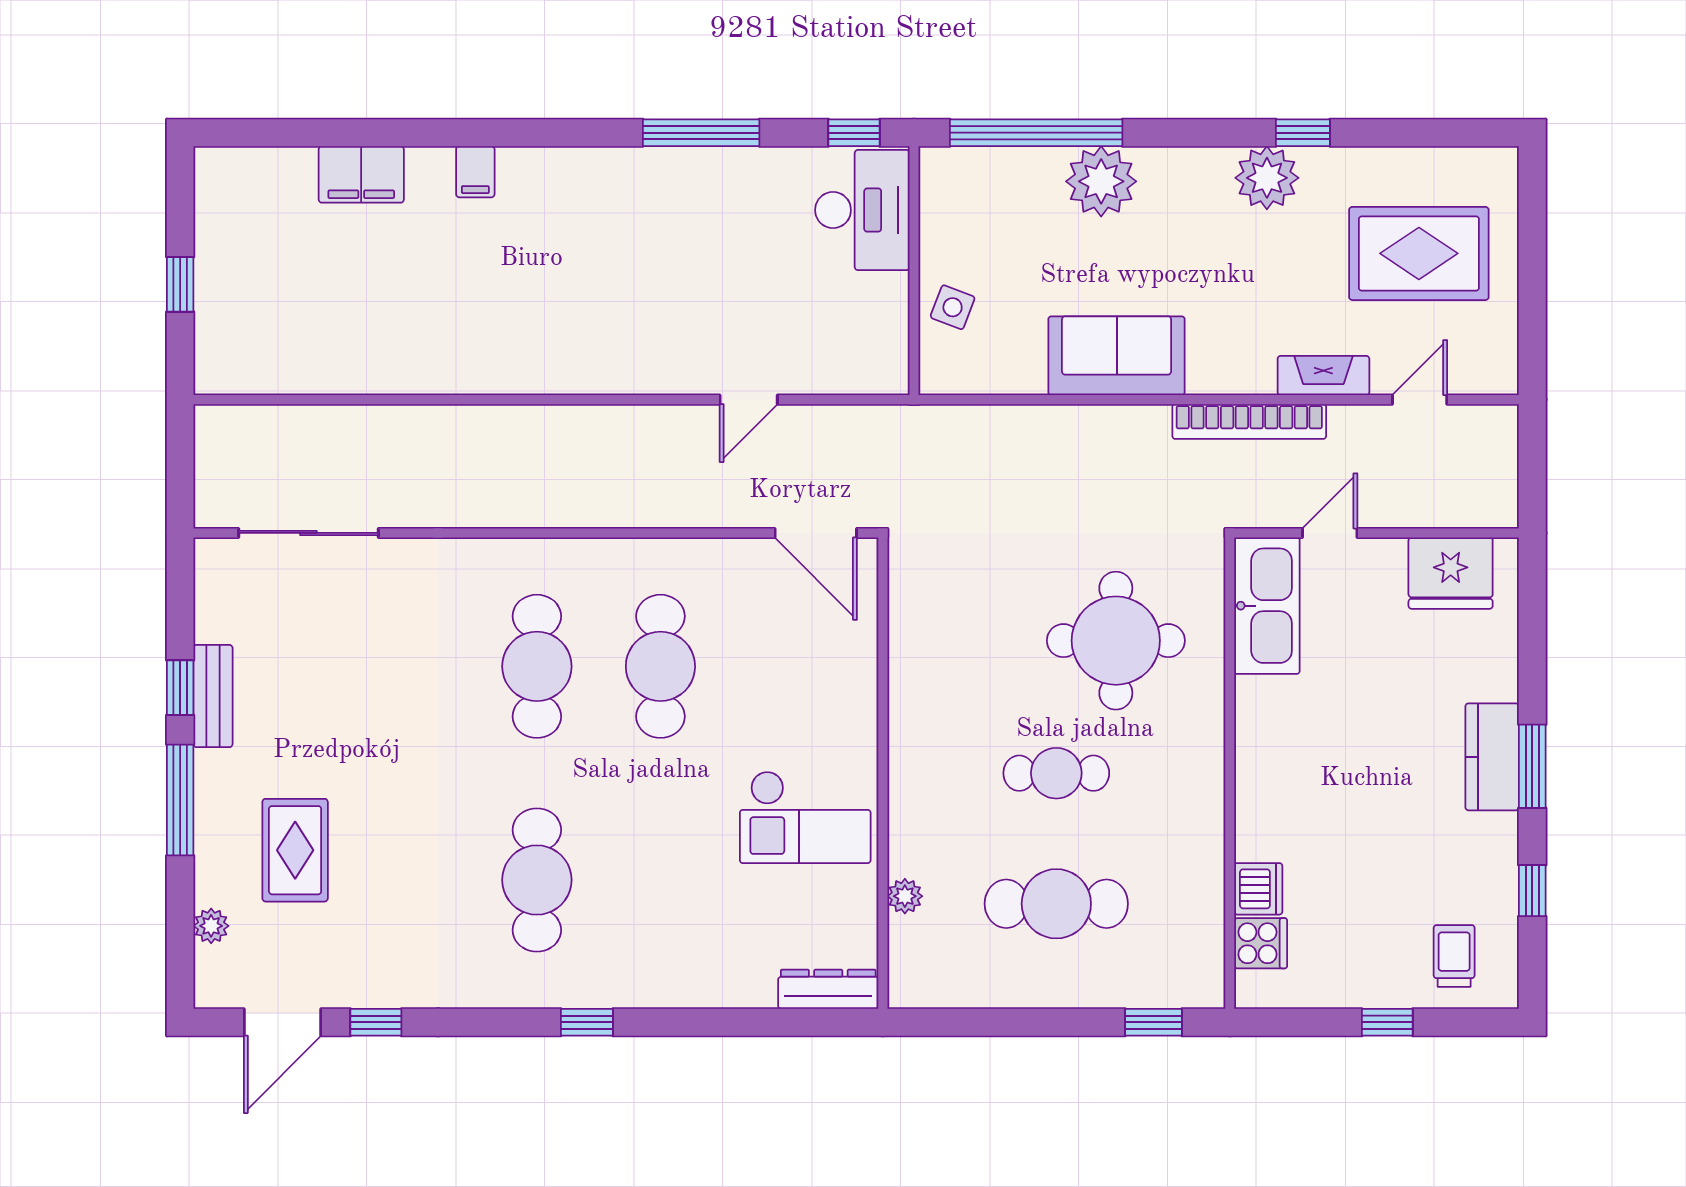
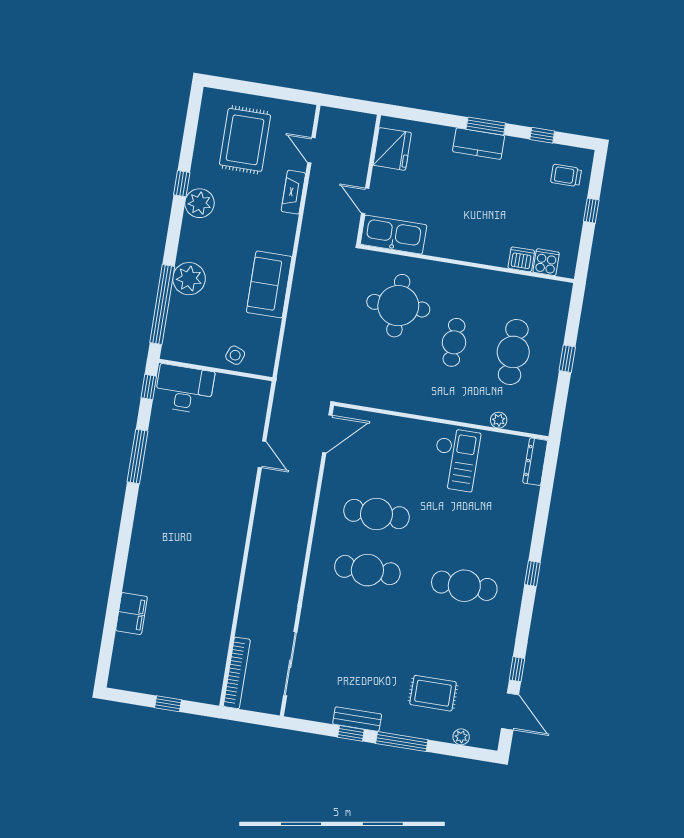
filing cabinet: (475, 172) -> (139, 562), removed
bookcase: (1249, 421) -> (237, 673), moved
window: (1153, 1022) -> (567, 359), moved

